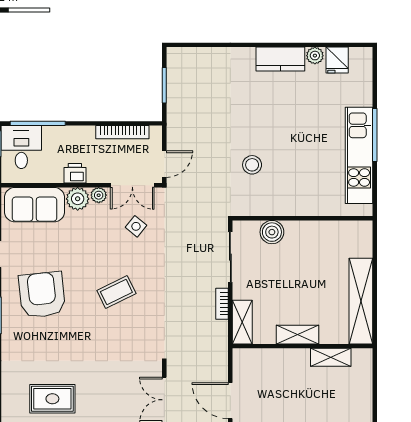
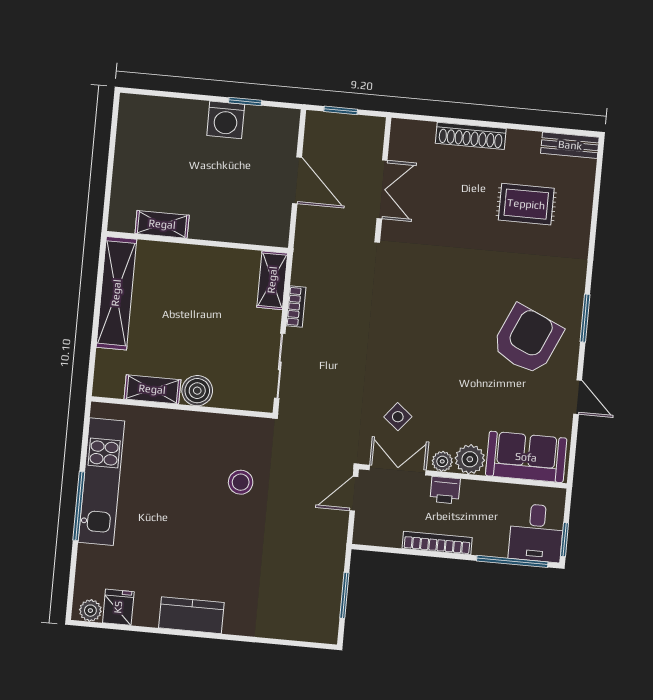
plant: (315, 56) -> (90, 611), moved
bookcase: (122, 132) -> (437, 543), moved
printer: (75, 173) -> (445, 490), moved
boiler: (272, 232) -> (197, 391), moved
coffee table: (116, 292) -> (431, 334), removed
armchair: (42, 295) -> (527, 340), turned -150
shelving: (297, 335) -> (152, 389), moved

